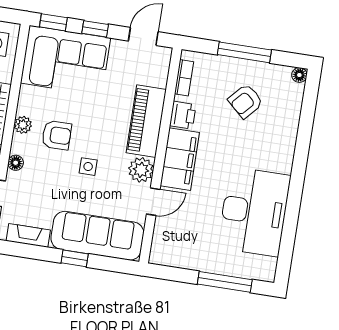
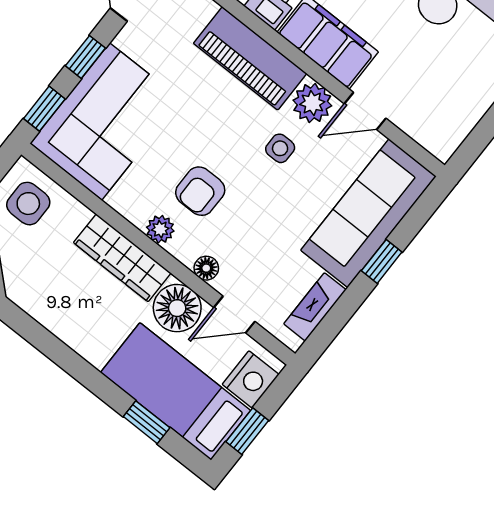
armchair: (57, 135) -> (200, 191), turned 180
side table: (88, 167) -> (280, 148), moved
door: (153, 202) -> (365, 111), swing flipped

